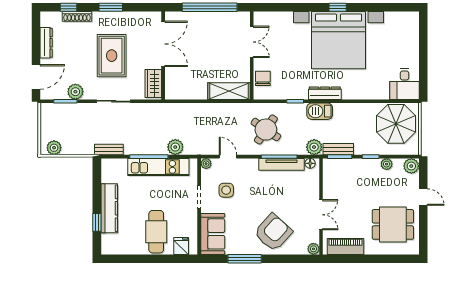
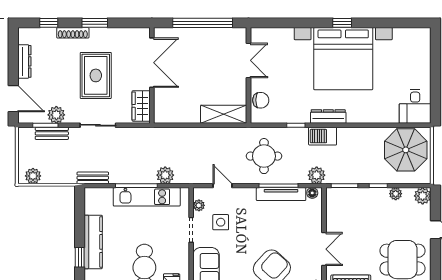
shoe rack: (77, 16) -> (73, 33), moved
door: (36, 77) -> (13, 99), hinge flipped
chair: (263, 78) -> (261, 100), turned 90
round table: (266, 130) -> (264, 156), turned -34
bench: (338, 149) -> (52, 133), moved
plant: (206, 164) -> (199, 205), moved

